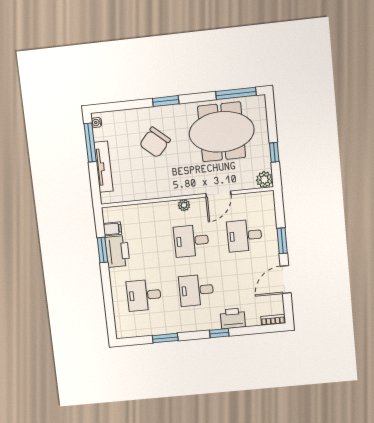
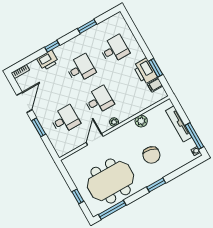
chair: (155, 142) -> (151, 155), turned 152
window: (274, 152) -> (78, 196), moved
plant: (264, 180) -> (141, 121), moved

